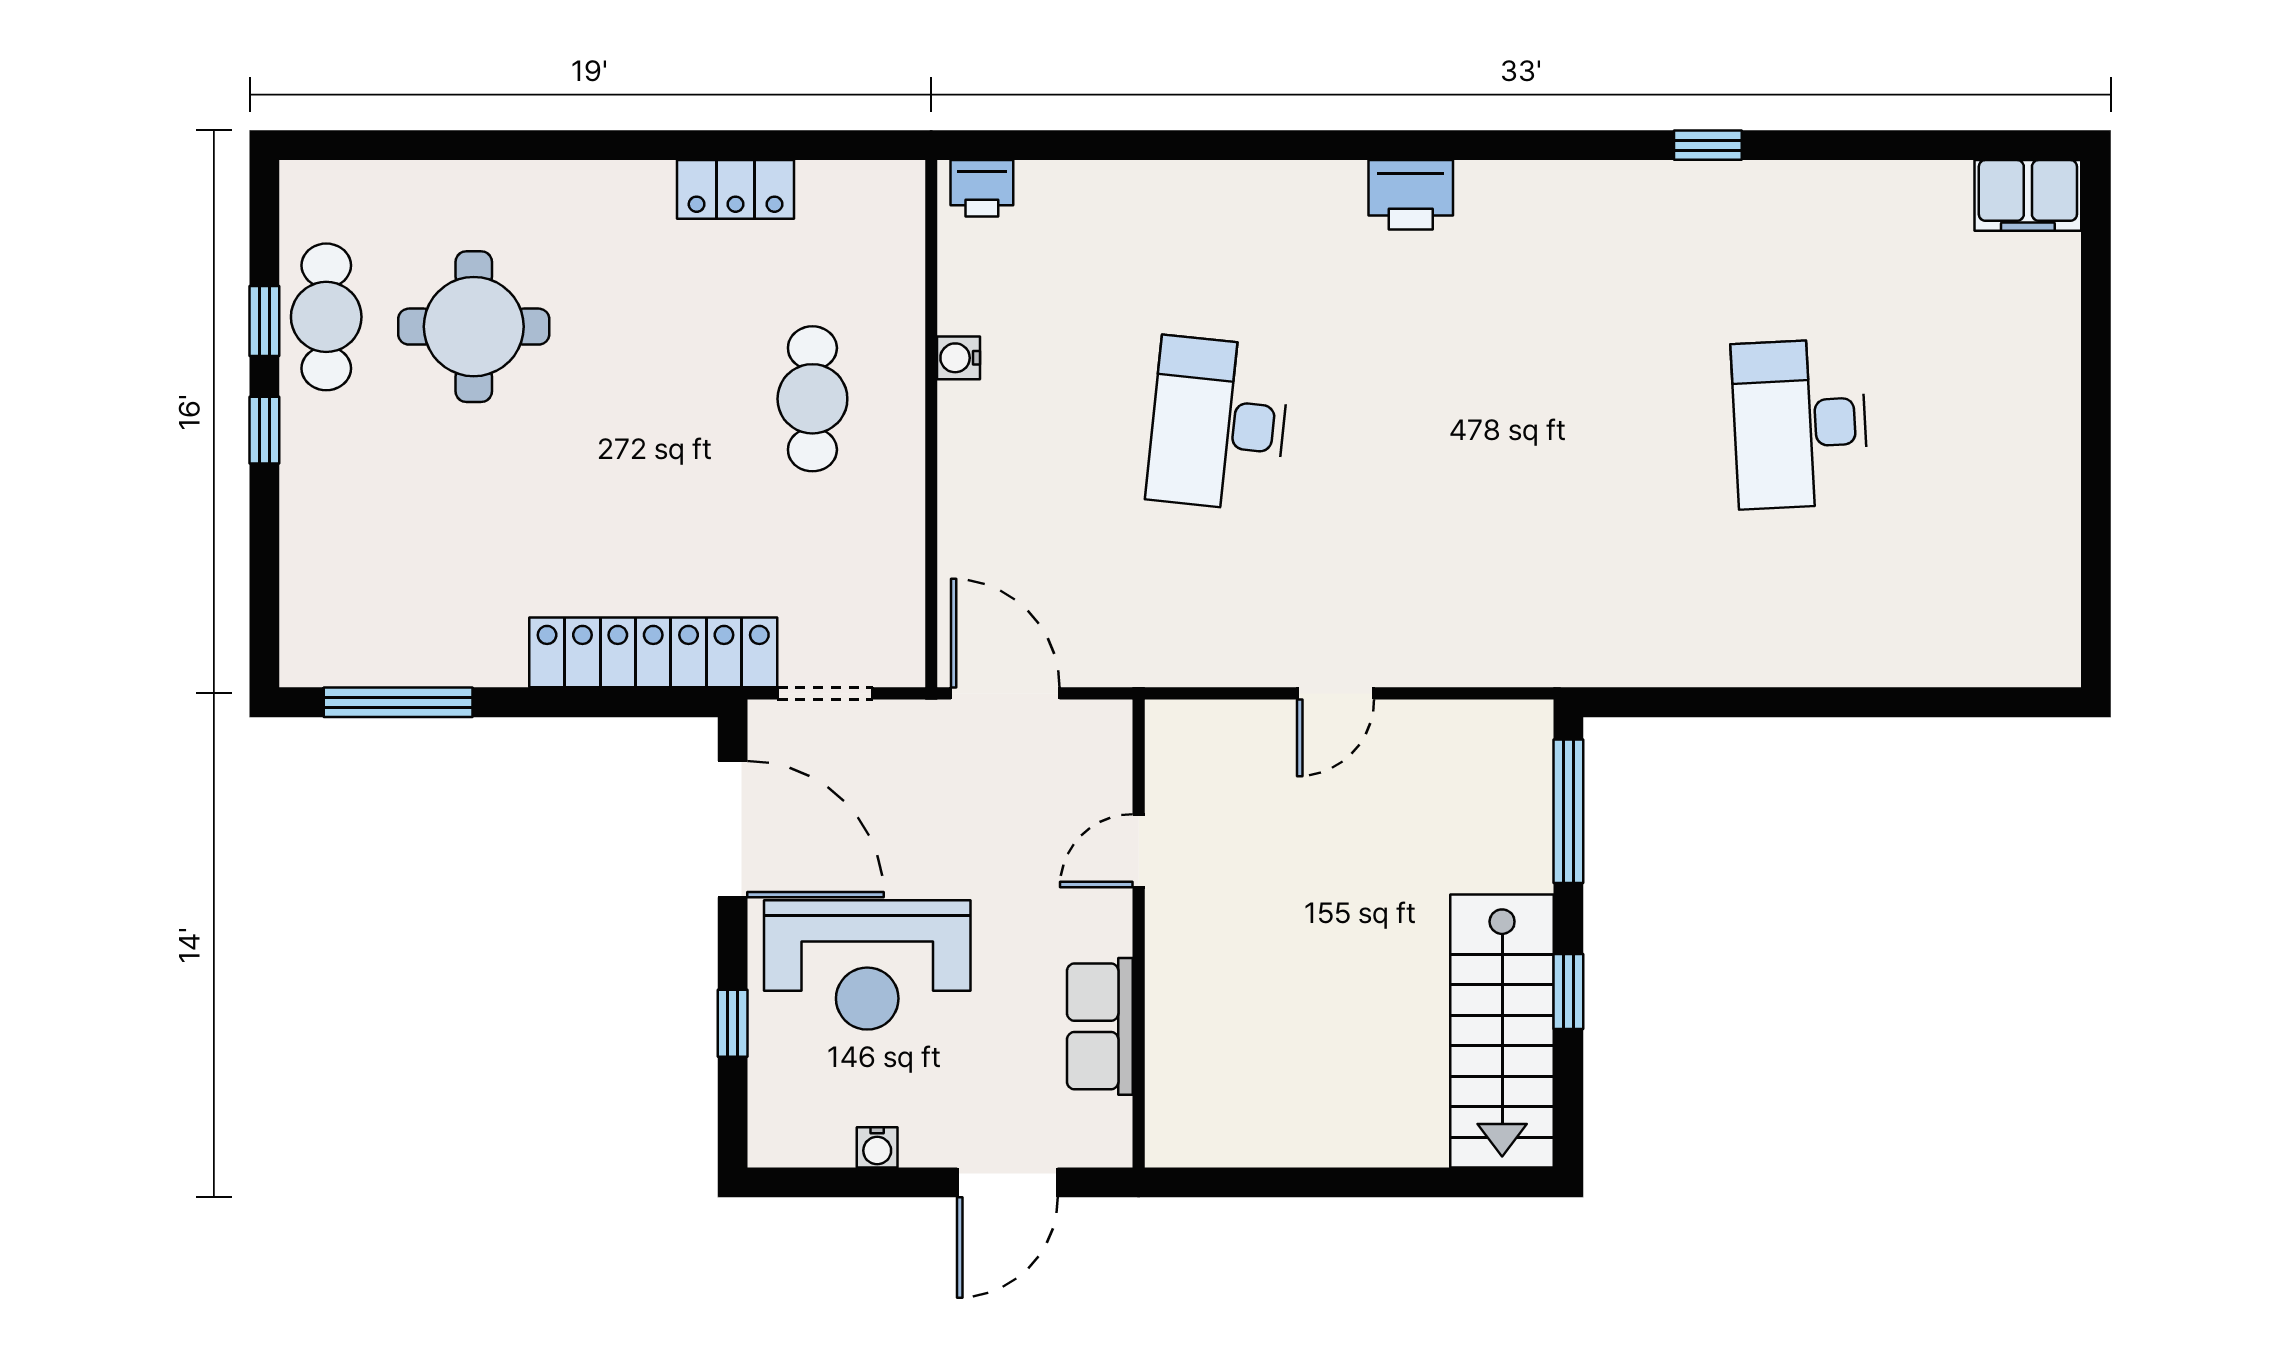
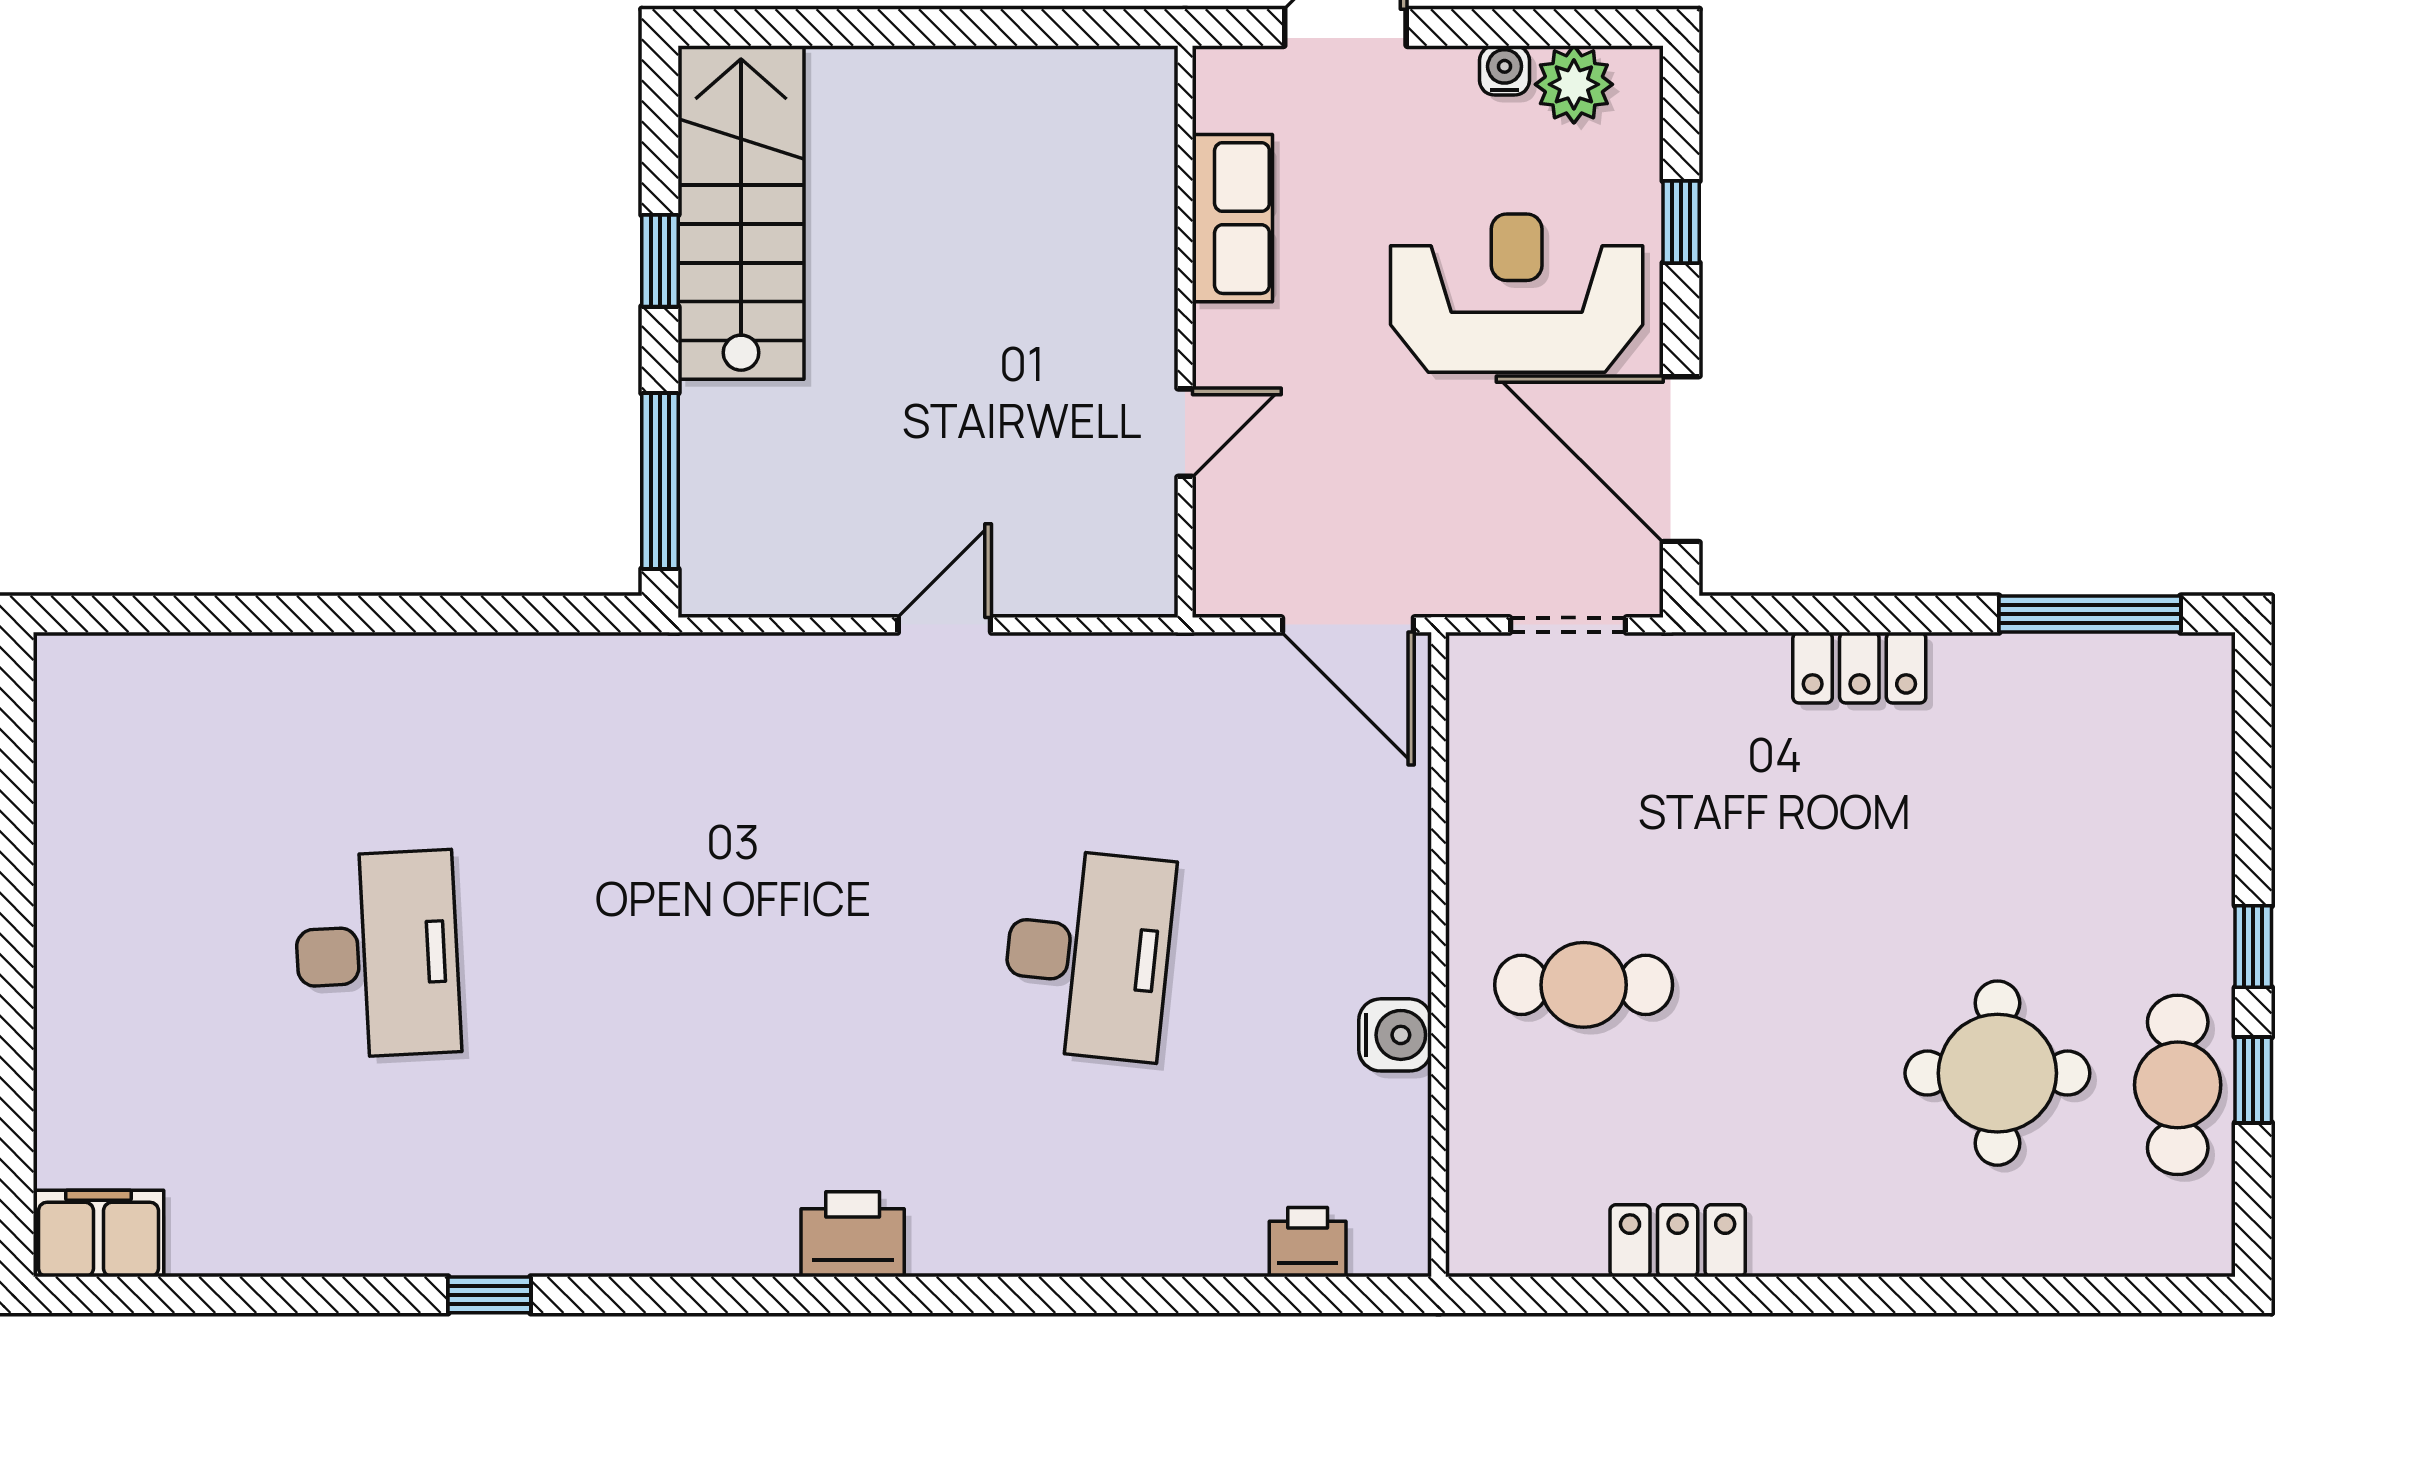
printer: (982, 188) -> (1308, 1242), moved
water cooler: (959, 358) -> (1395, 1035), width x1.38, depth x1.38
cafe table: (812, 399) -> (1584, 985), turned 90
locker: (653, 652) -> (1859, 668), width x0.46, depth x0.83
plant: (820, 1136) -> (1574, 84), added

